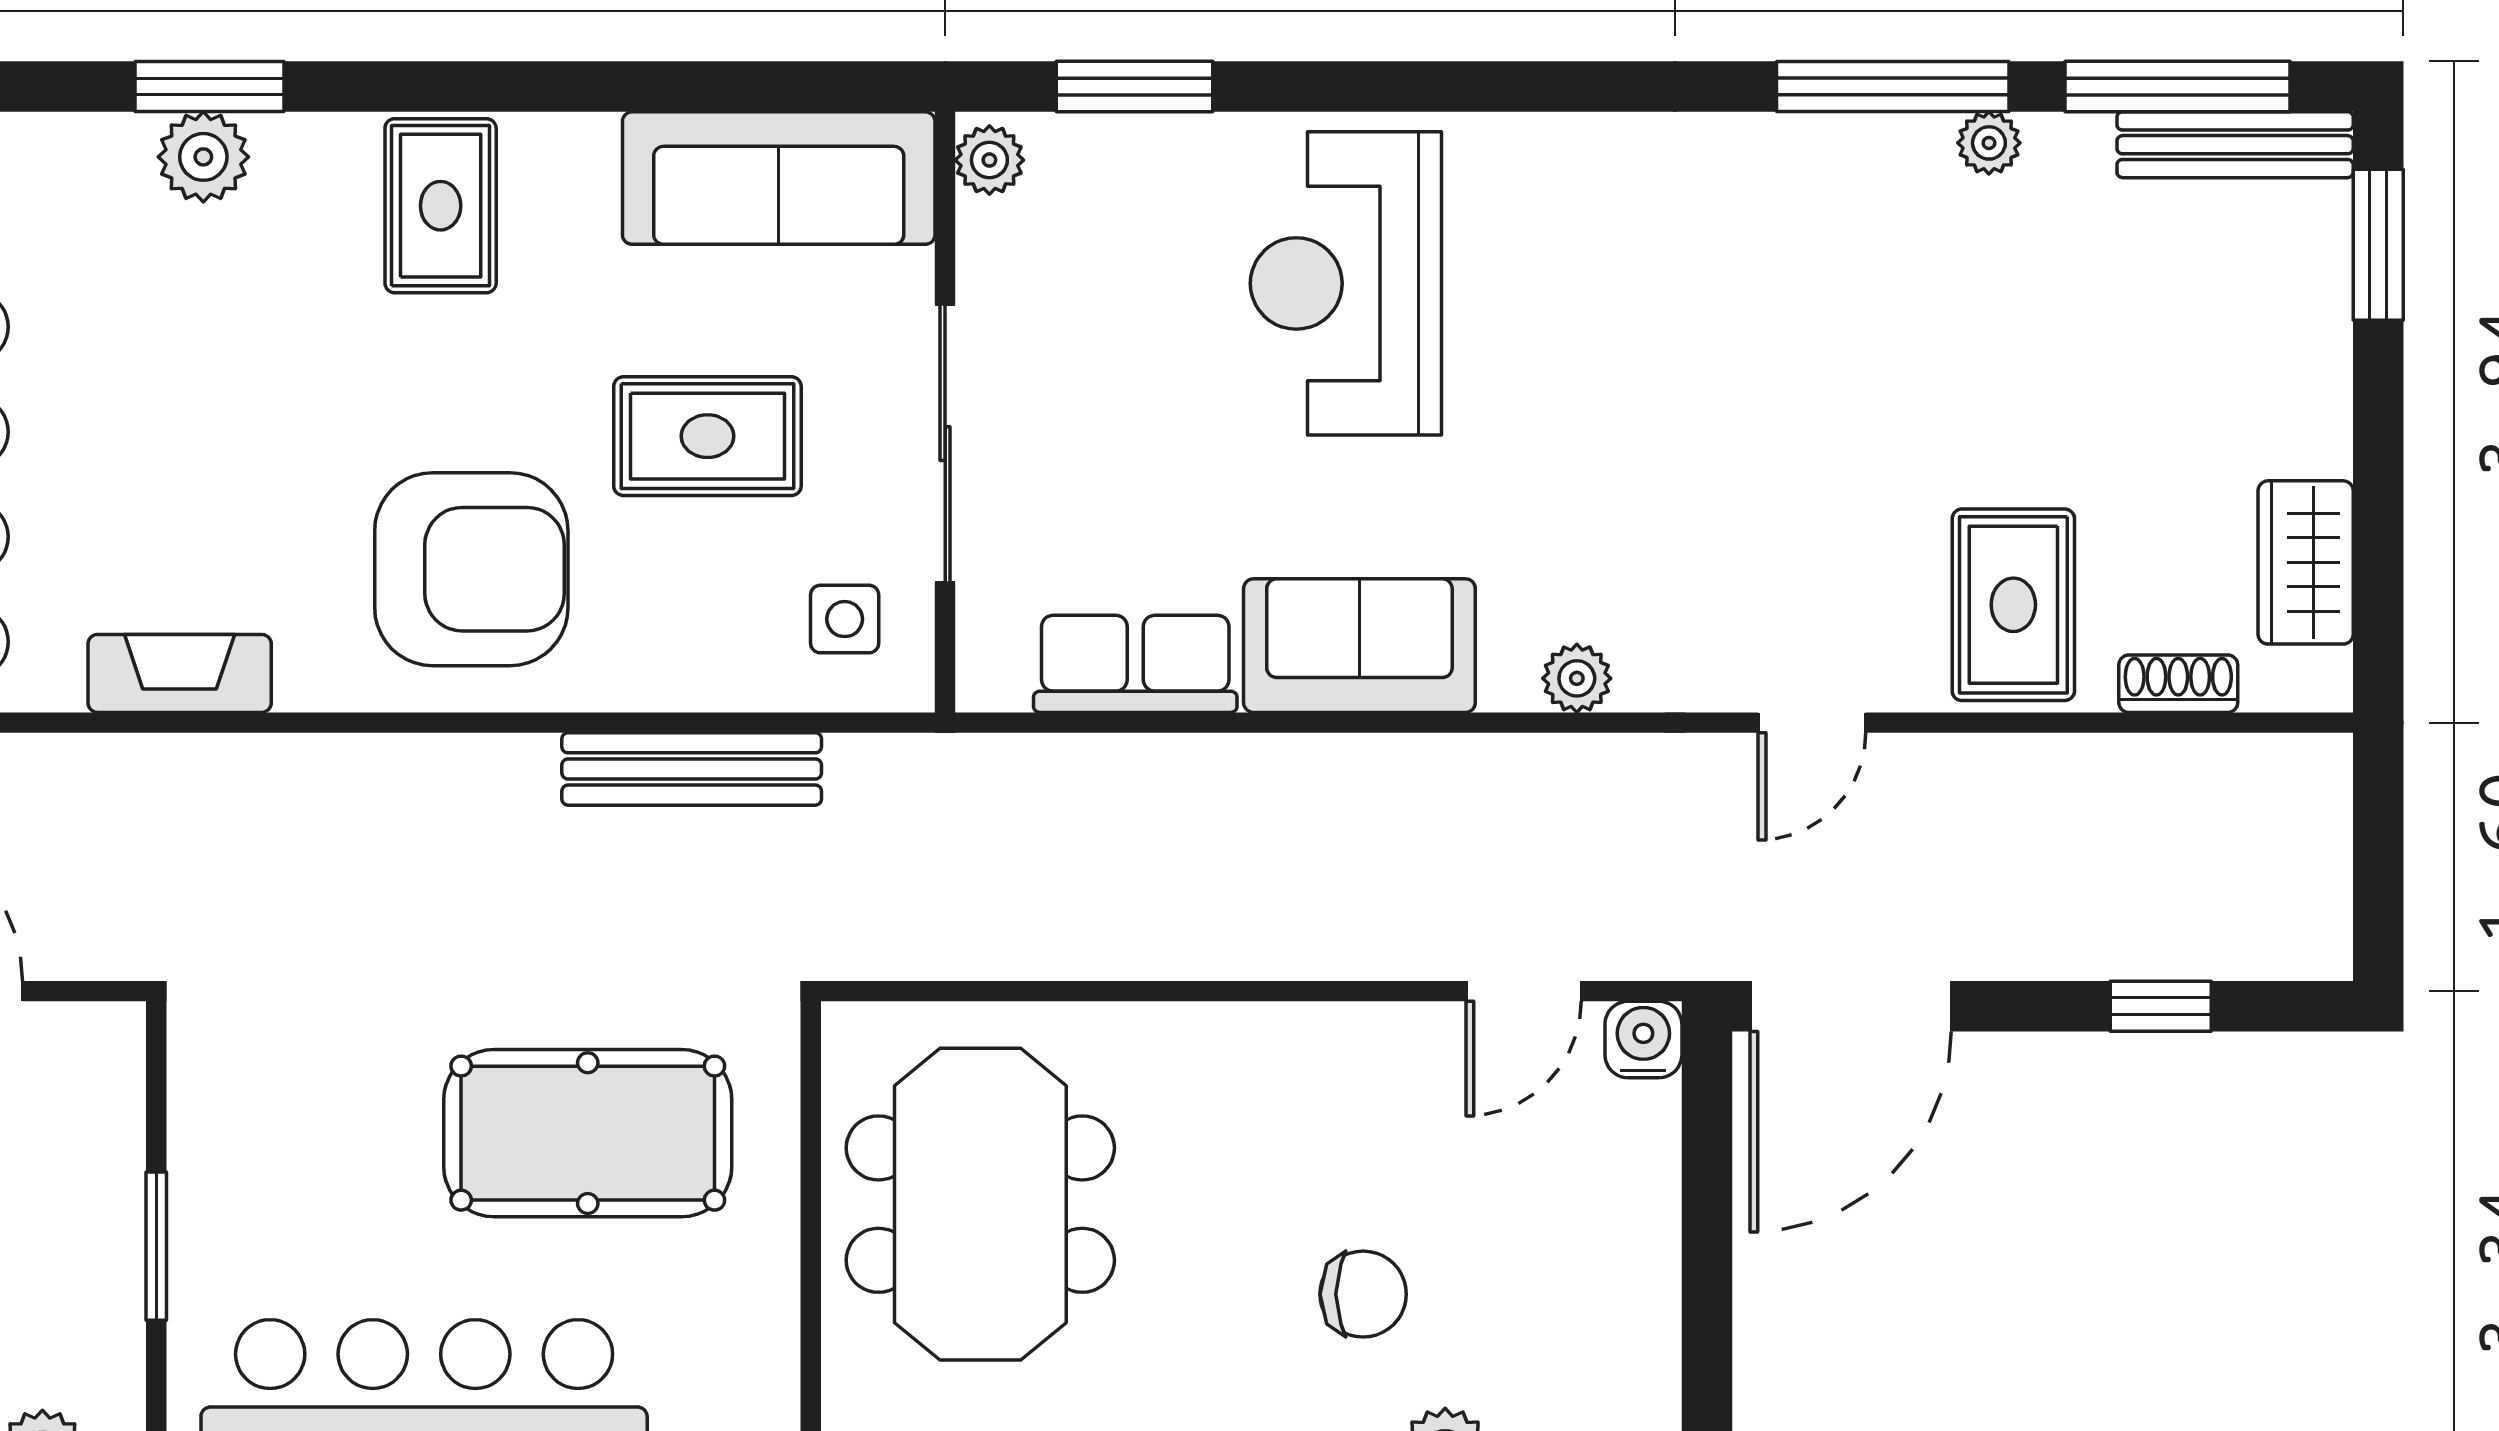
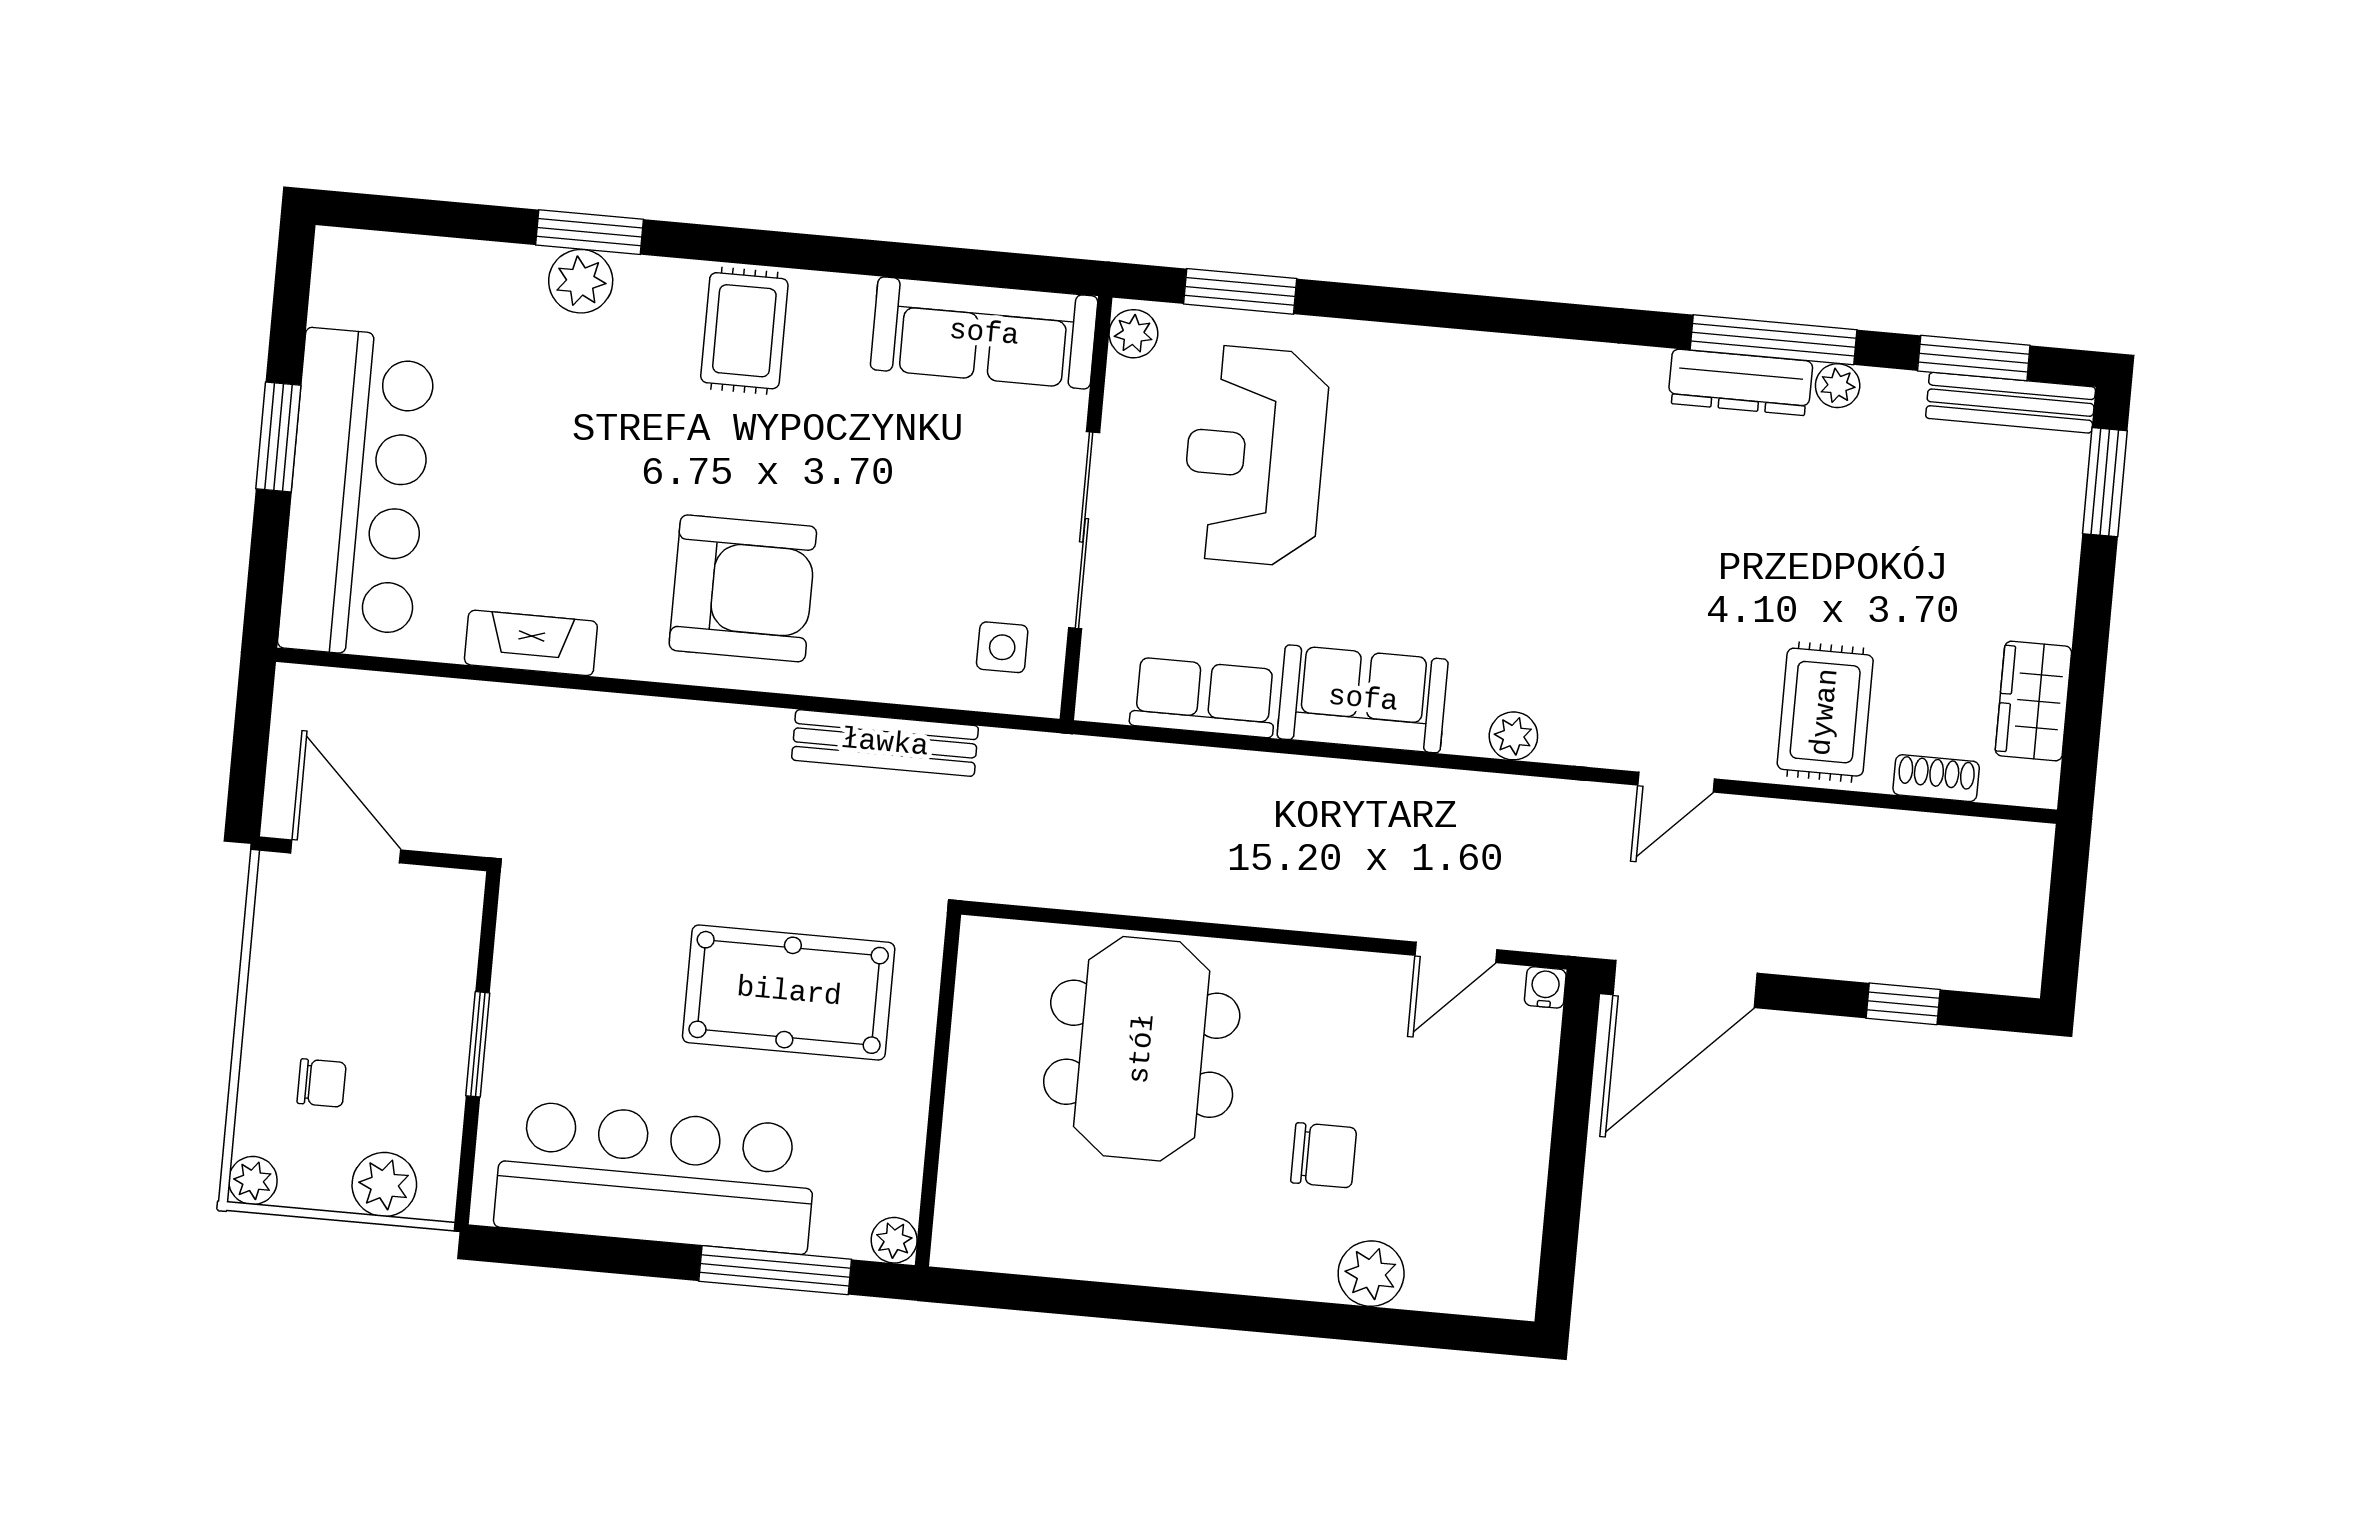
window: (2177, 87) -> (1974, 358), width x0.69
dresser: (1851, 151) -> (1740, 382), added
reception desk: (1346, 283) -> (1255, 456), moved
rug: (707, 436) -> (917, 510), removed
water cooler: (1643, 1040) -> (1545, 987), width x0.72, depth x0.72
meeting table: (980, 1204) -> (1142, 1049), moved

